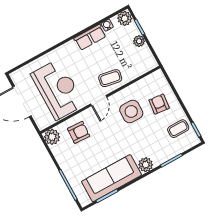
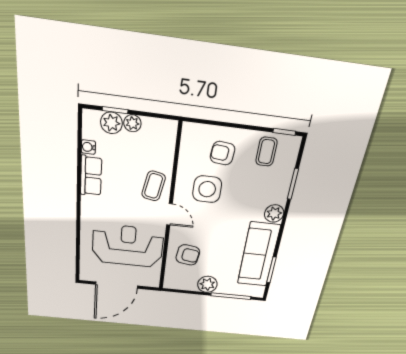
plant: (125, 18) -> (111, 123), moved
armchair: (79, 132) -> (188, 255), turned 95
plant: (52, 137) -> (207, 284), moved

